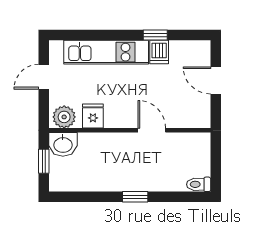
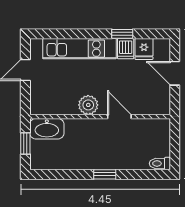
fridge: (93, 116) -> (144, 49), moved, turned 180
plant: (64, 117) -> (88, 105), moved
washbasin: (63, 144) -> (47, 129), width x1.38

